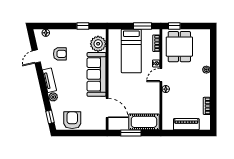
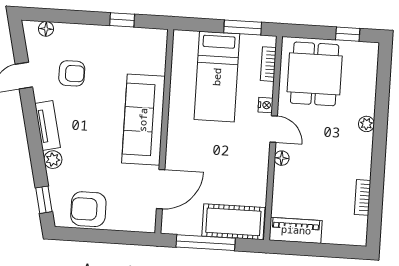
window: (174, 26) -> (348, 34), moved
plant: (98, 44) -> (151, 58), removed
door: (161, 75) -> (274, 129), swing flipped
door: (107, 108) -> (161, 189), hinge flipped
armchair: (72, 120) -> (88, 209), turned -90
piano: (186, 124) -> (296, 230), moved
window: (131, 133) -> (206, 243), width x1.44

